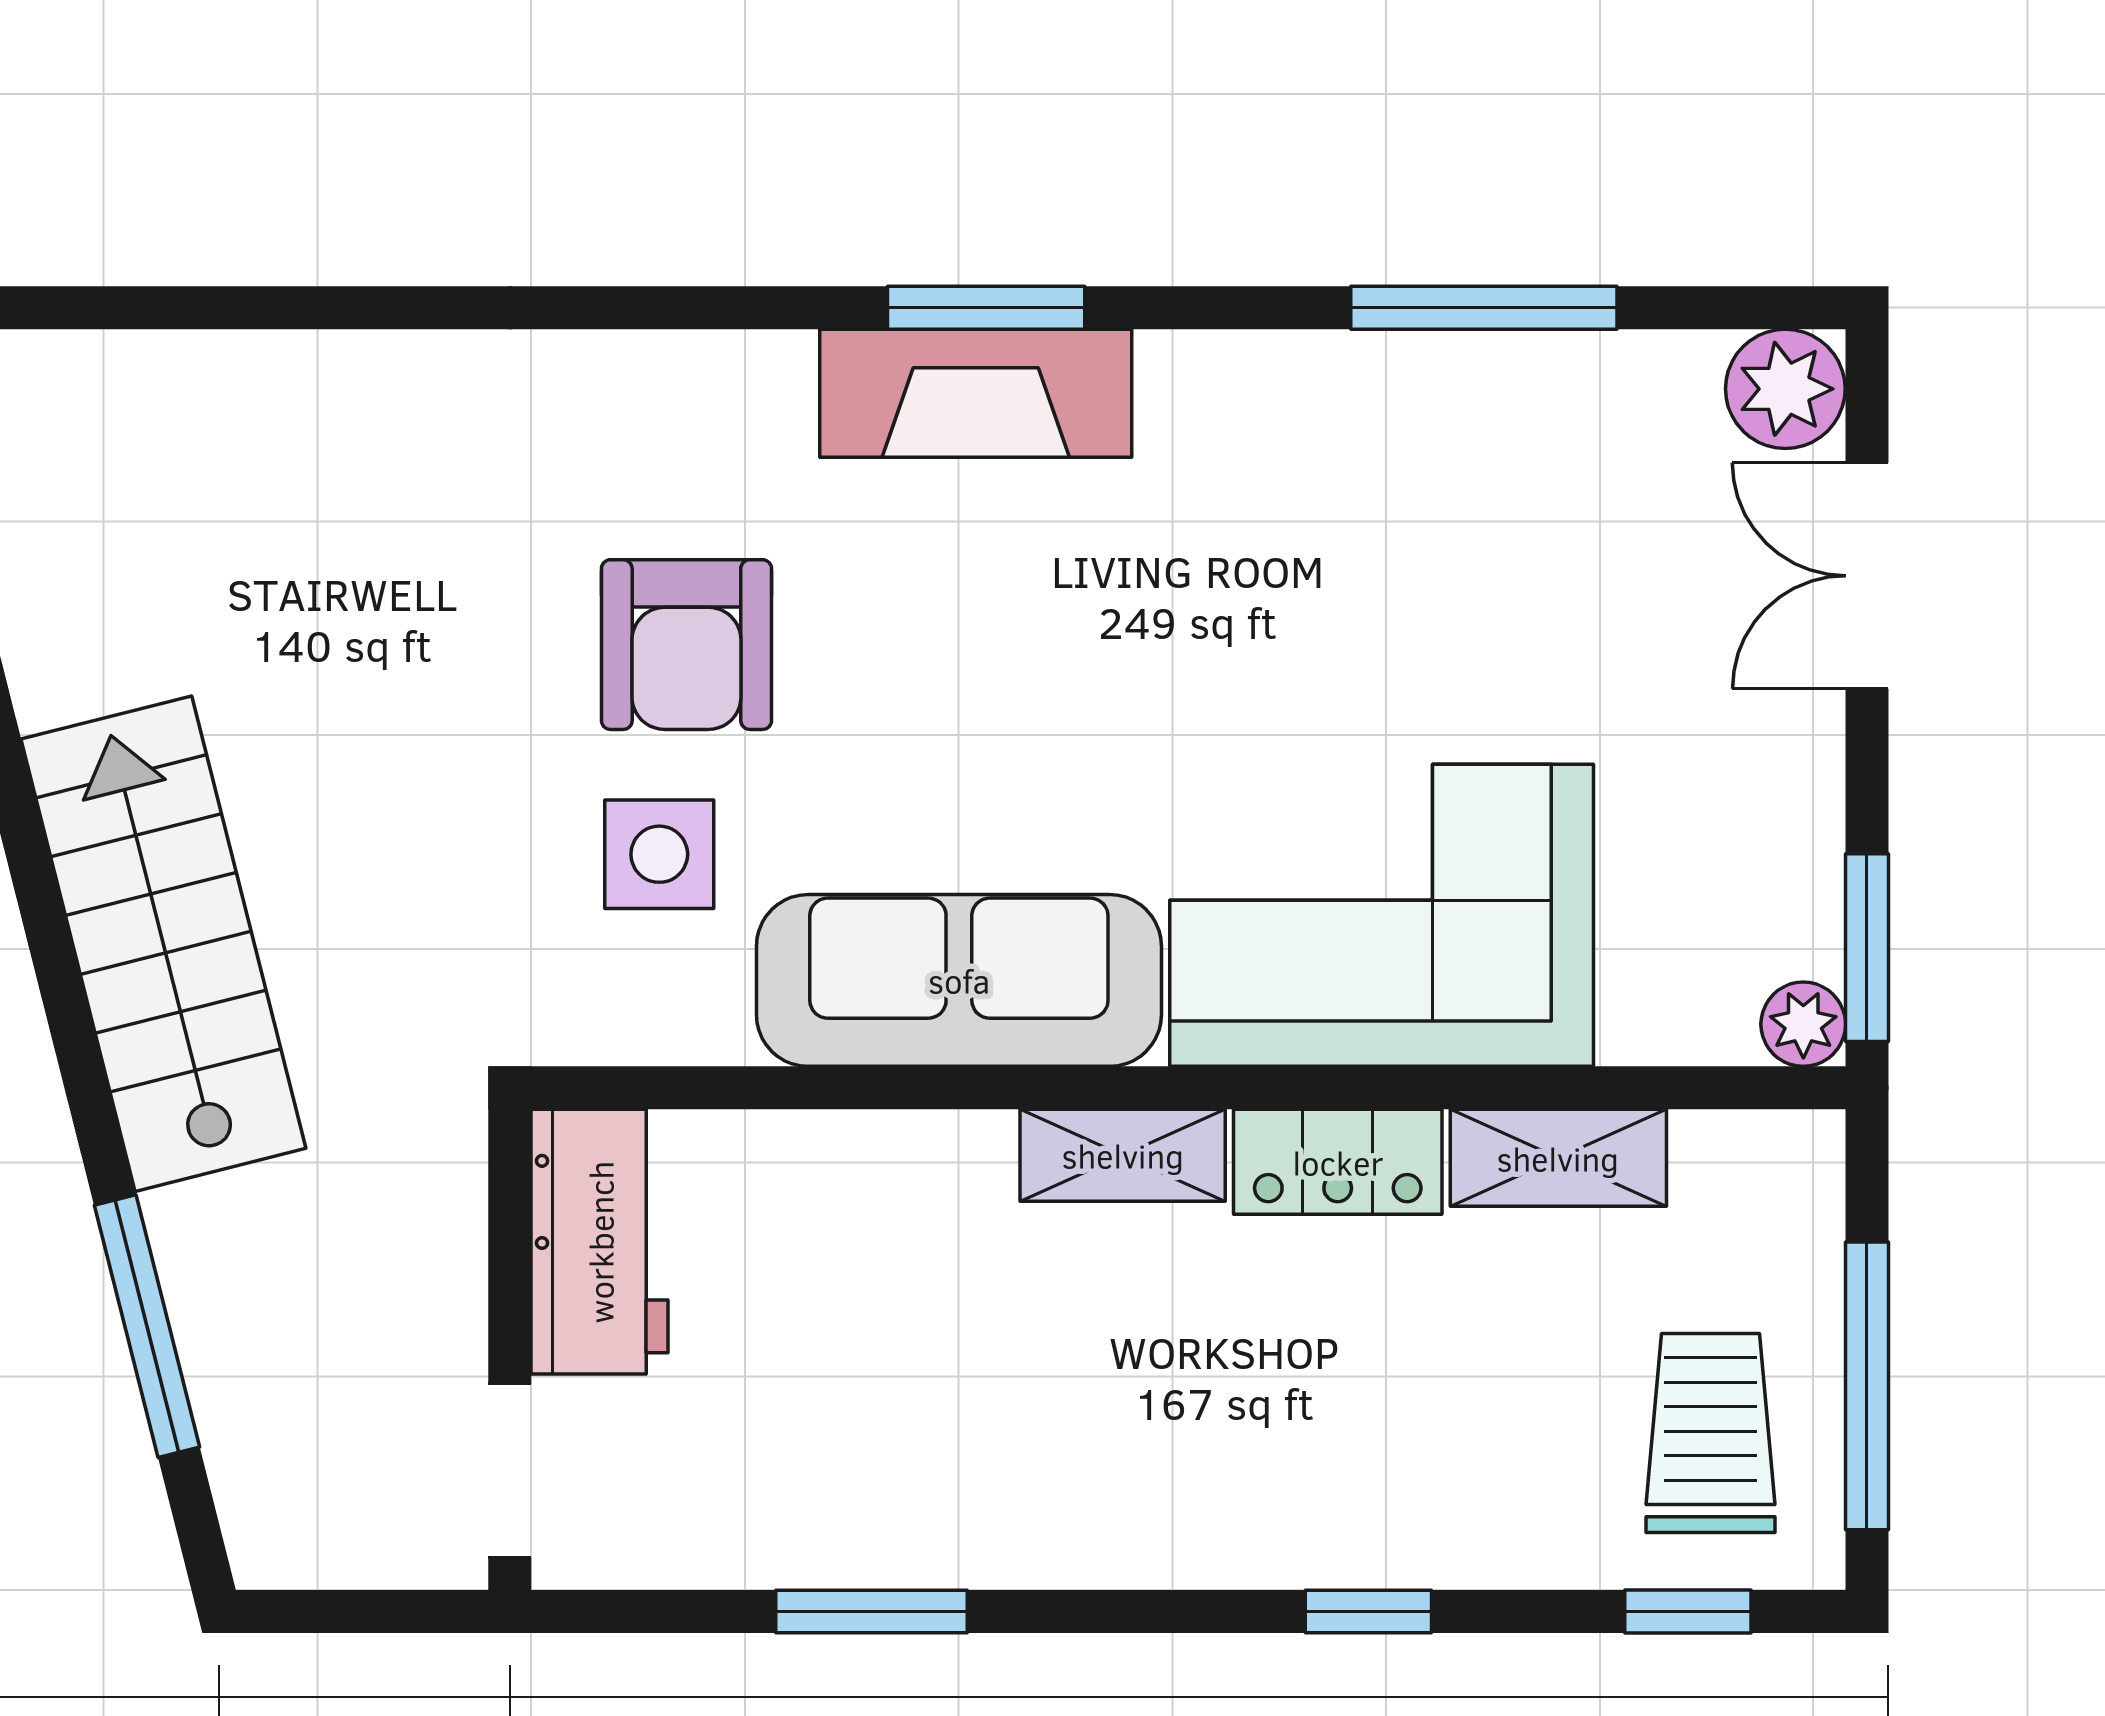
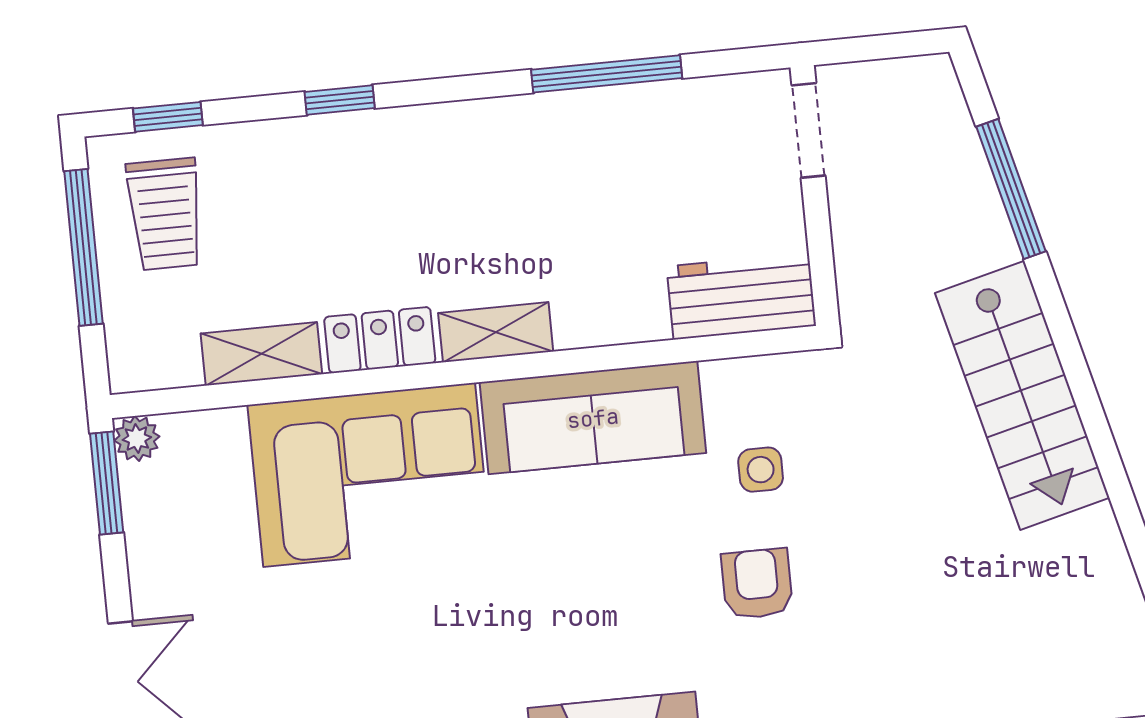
armchair: (686, 645) -> (757, 584), width x0.72, depth x0.72
side table: (659, 854) -> (761, 470), width x0.73, depth x0.73
workbench: (600, 1242) -> (741, 296), moved, turned 90
window: (871, 1611) -> (607, 74), width x1.44

